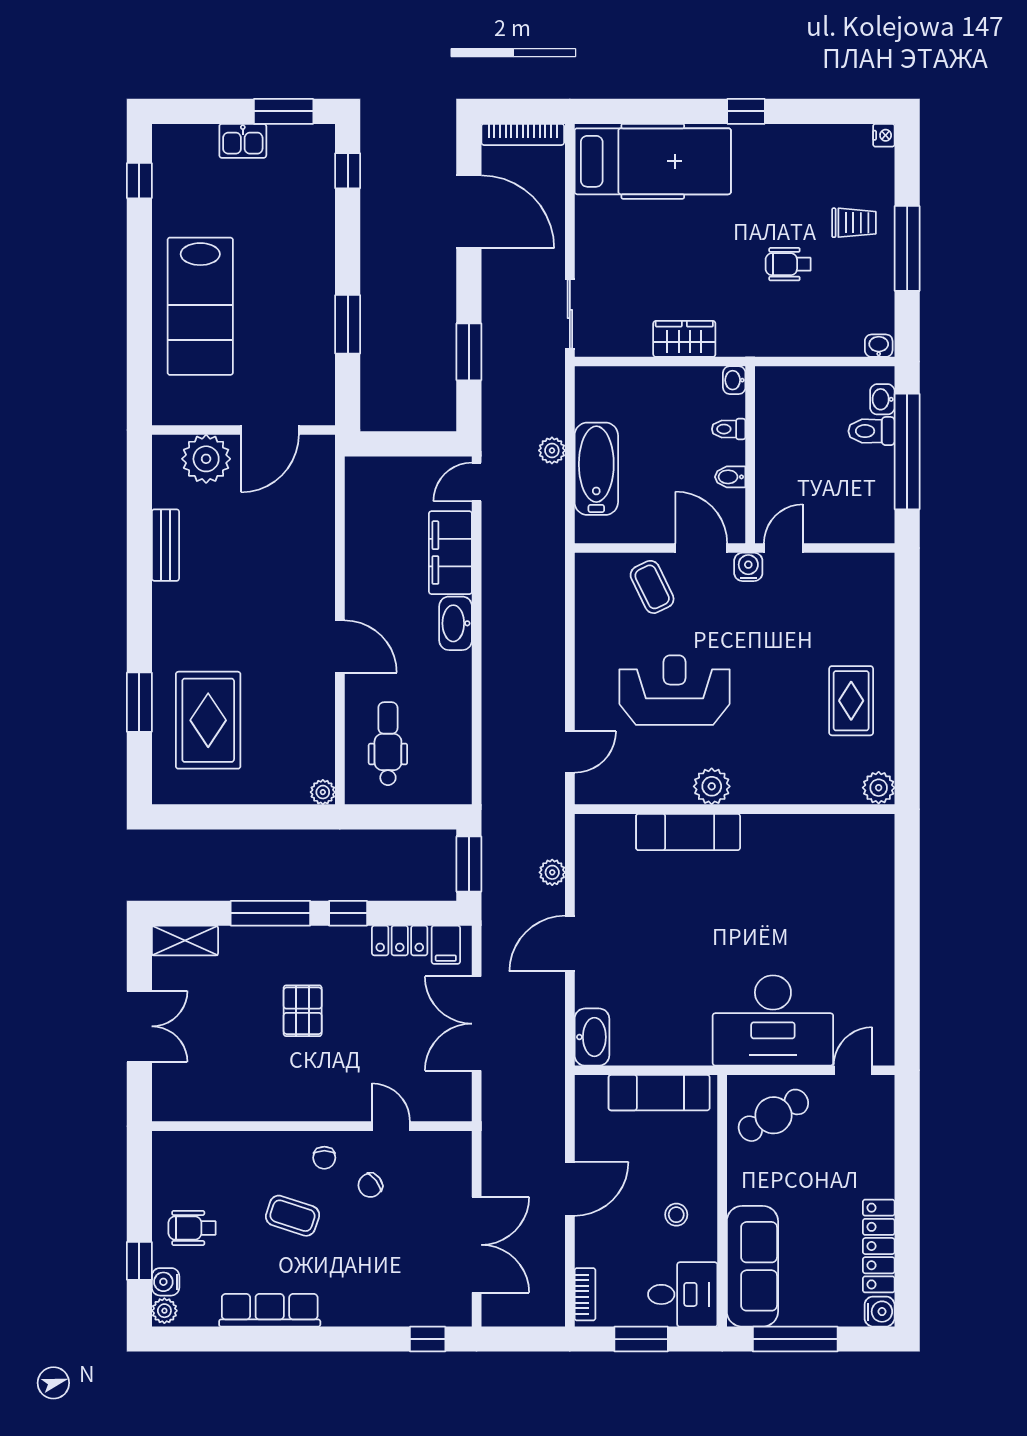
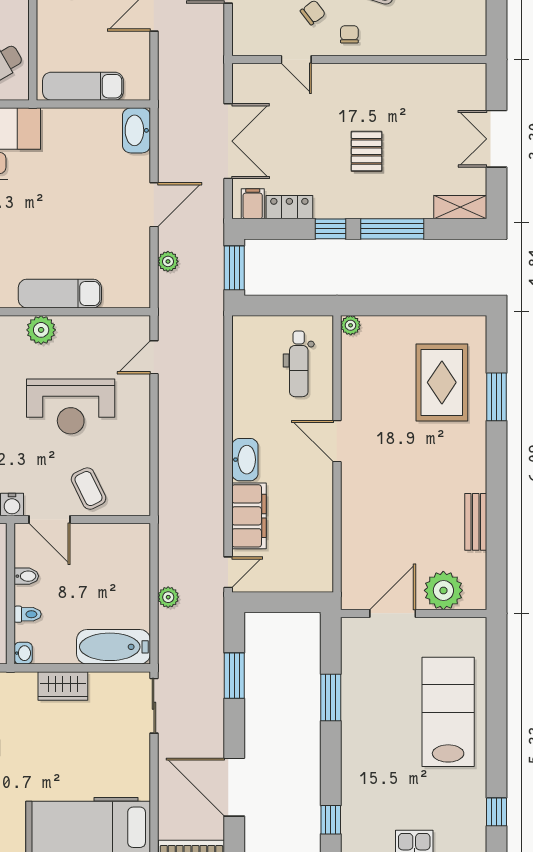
bathtub: (596, 469) -> (113, 647), moved, turned 90

